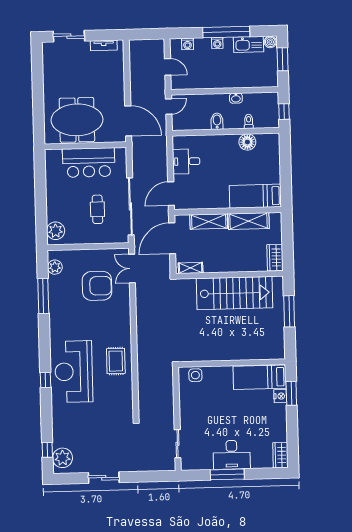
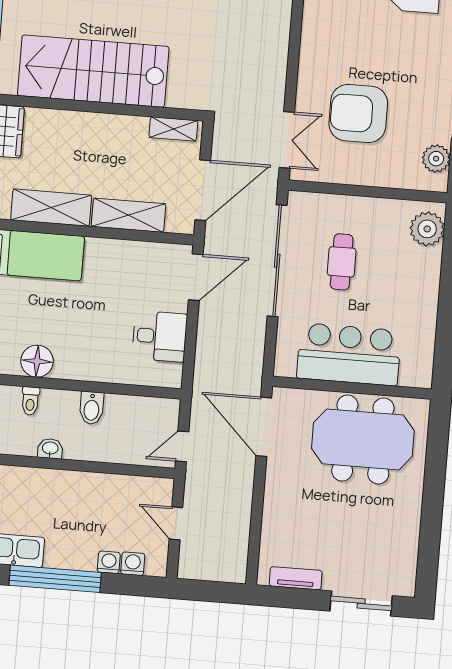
washing machine: (217, 43) -> (109, 562), moved

